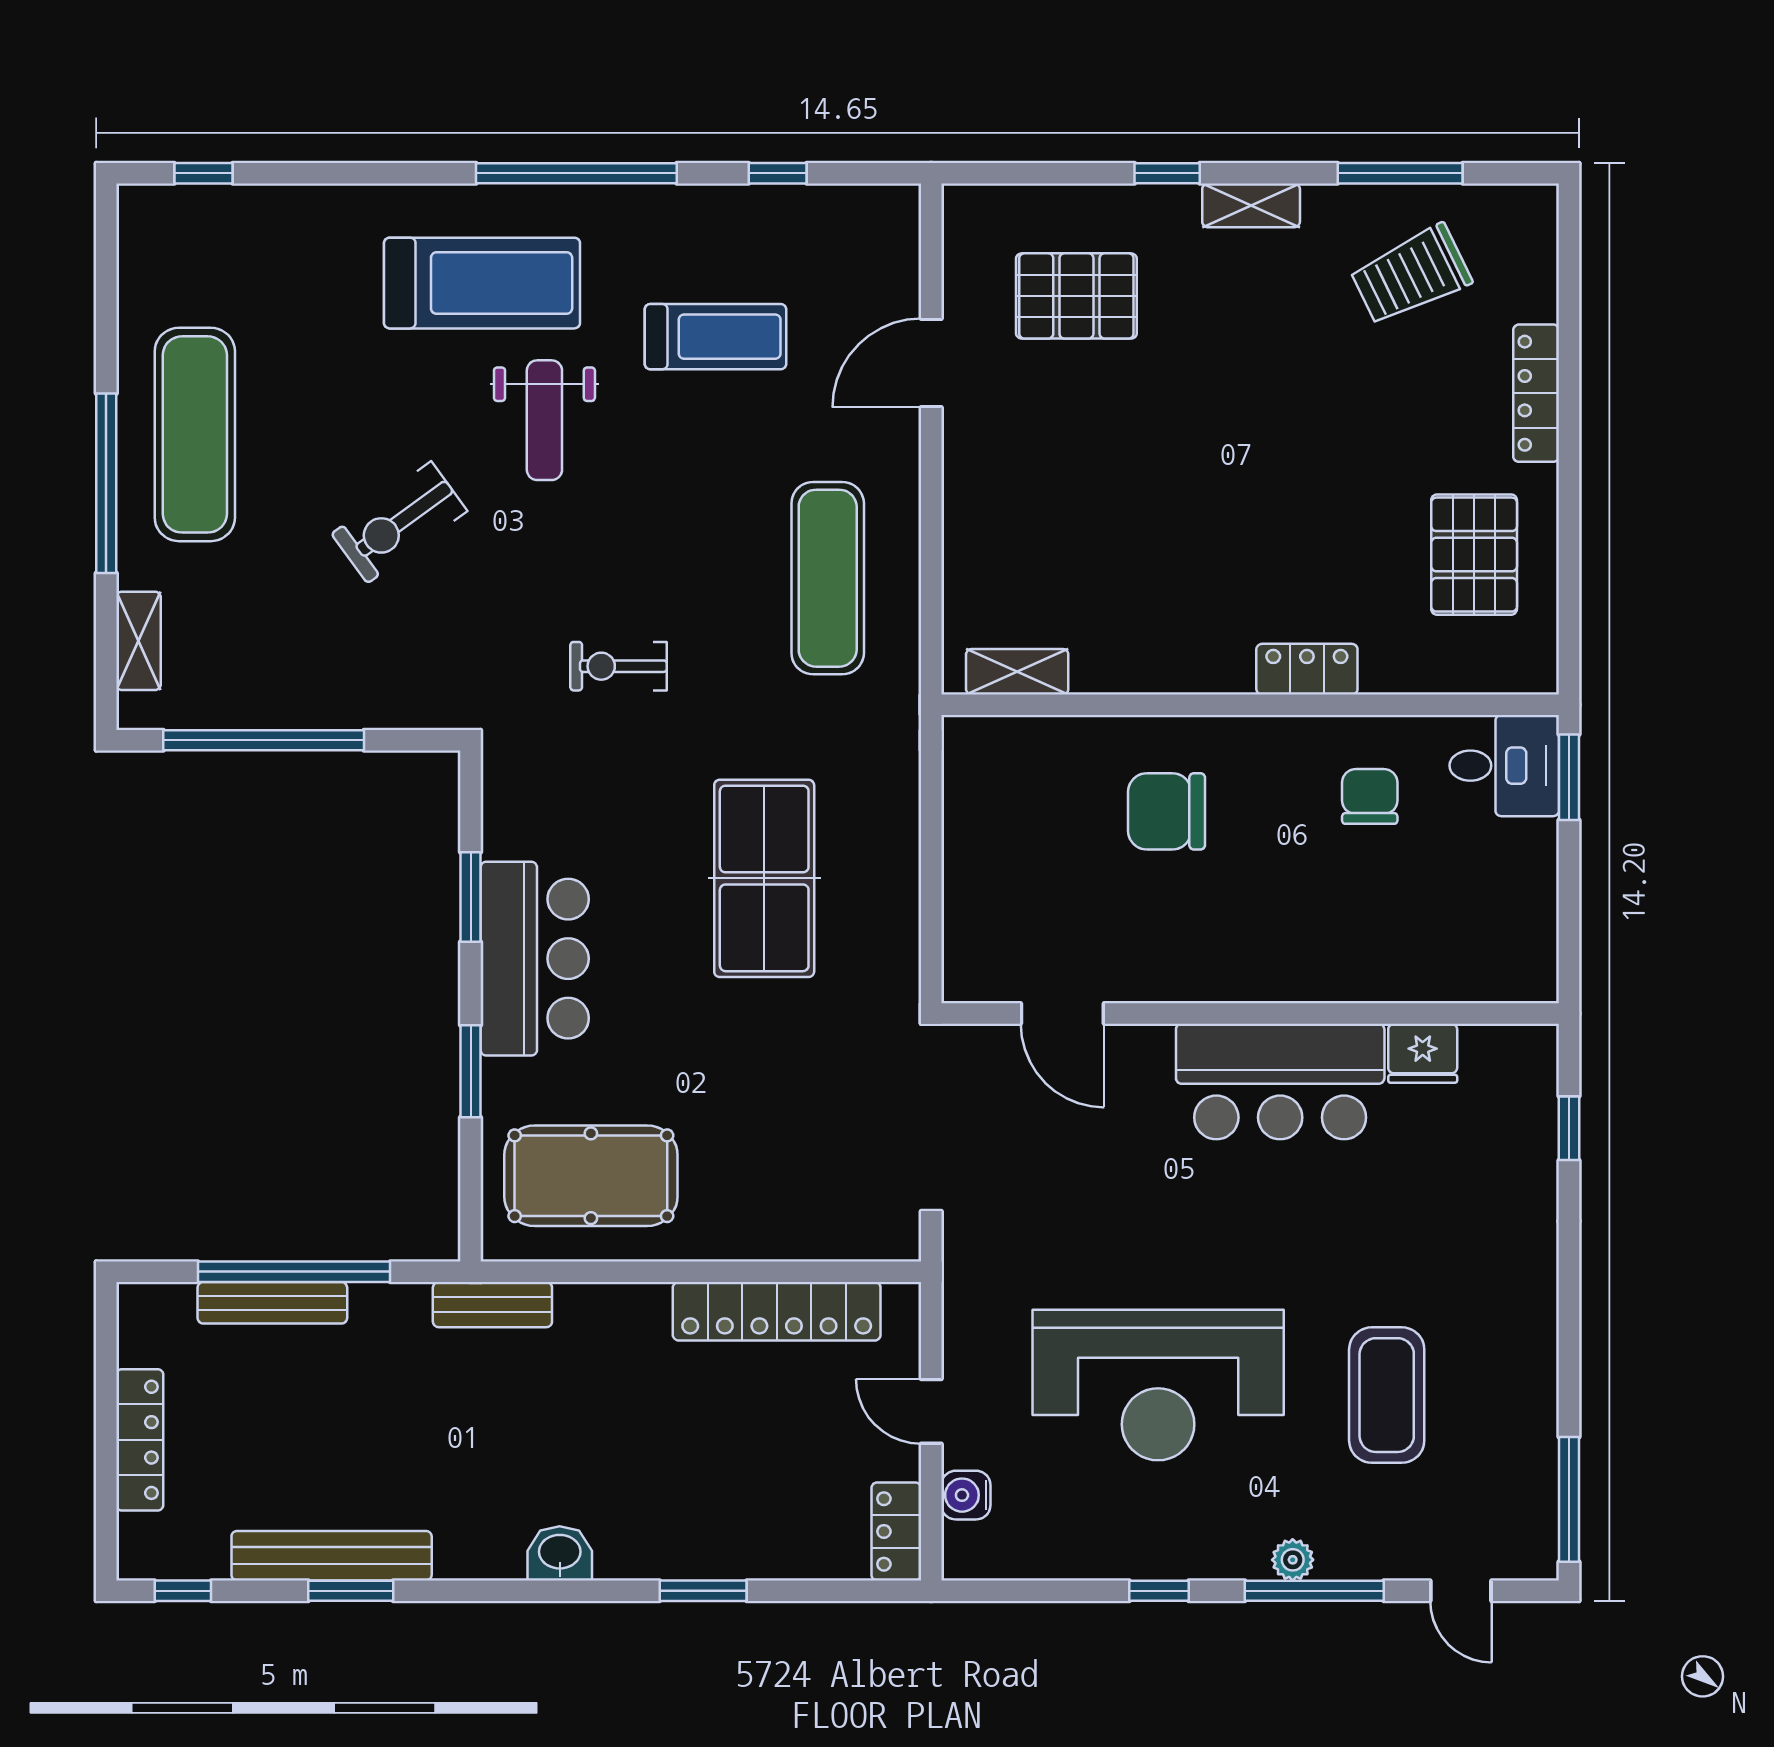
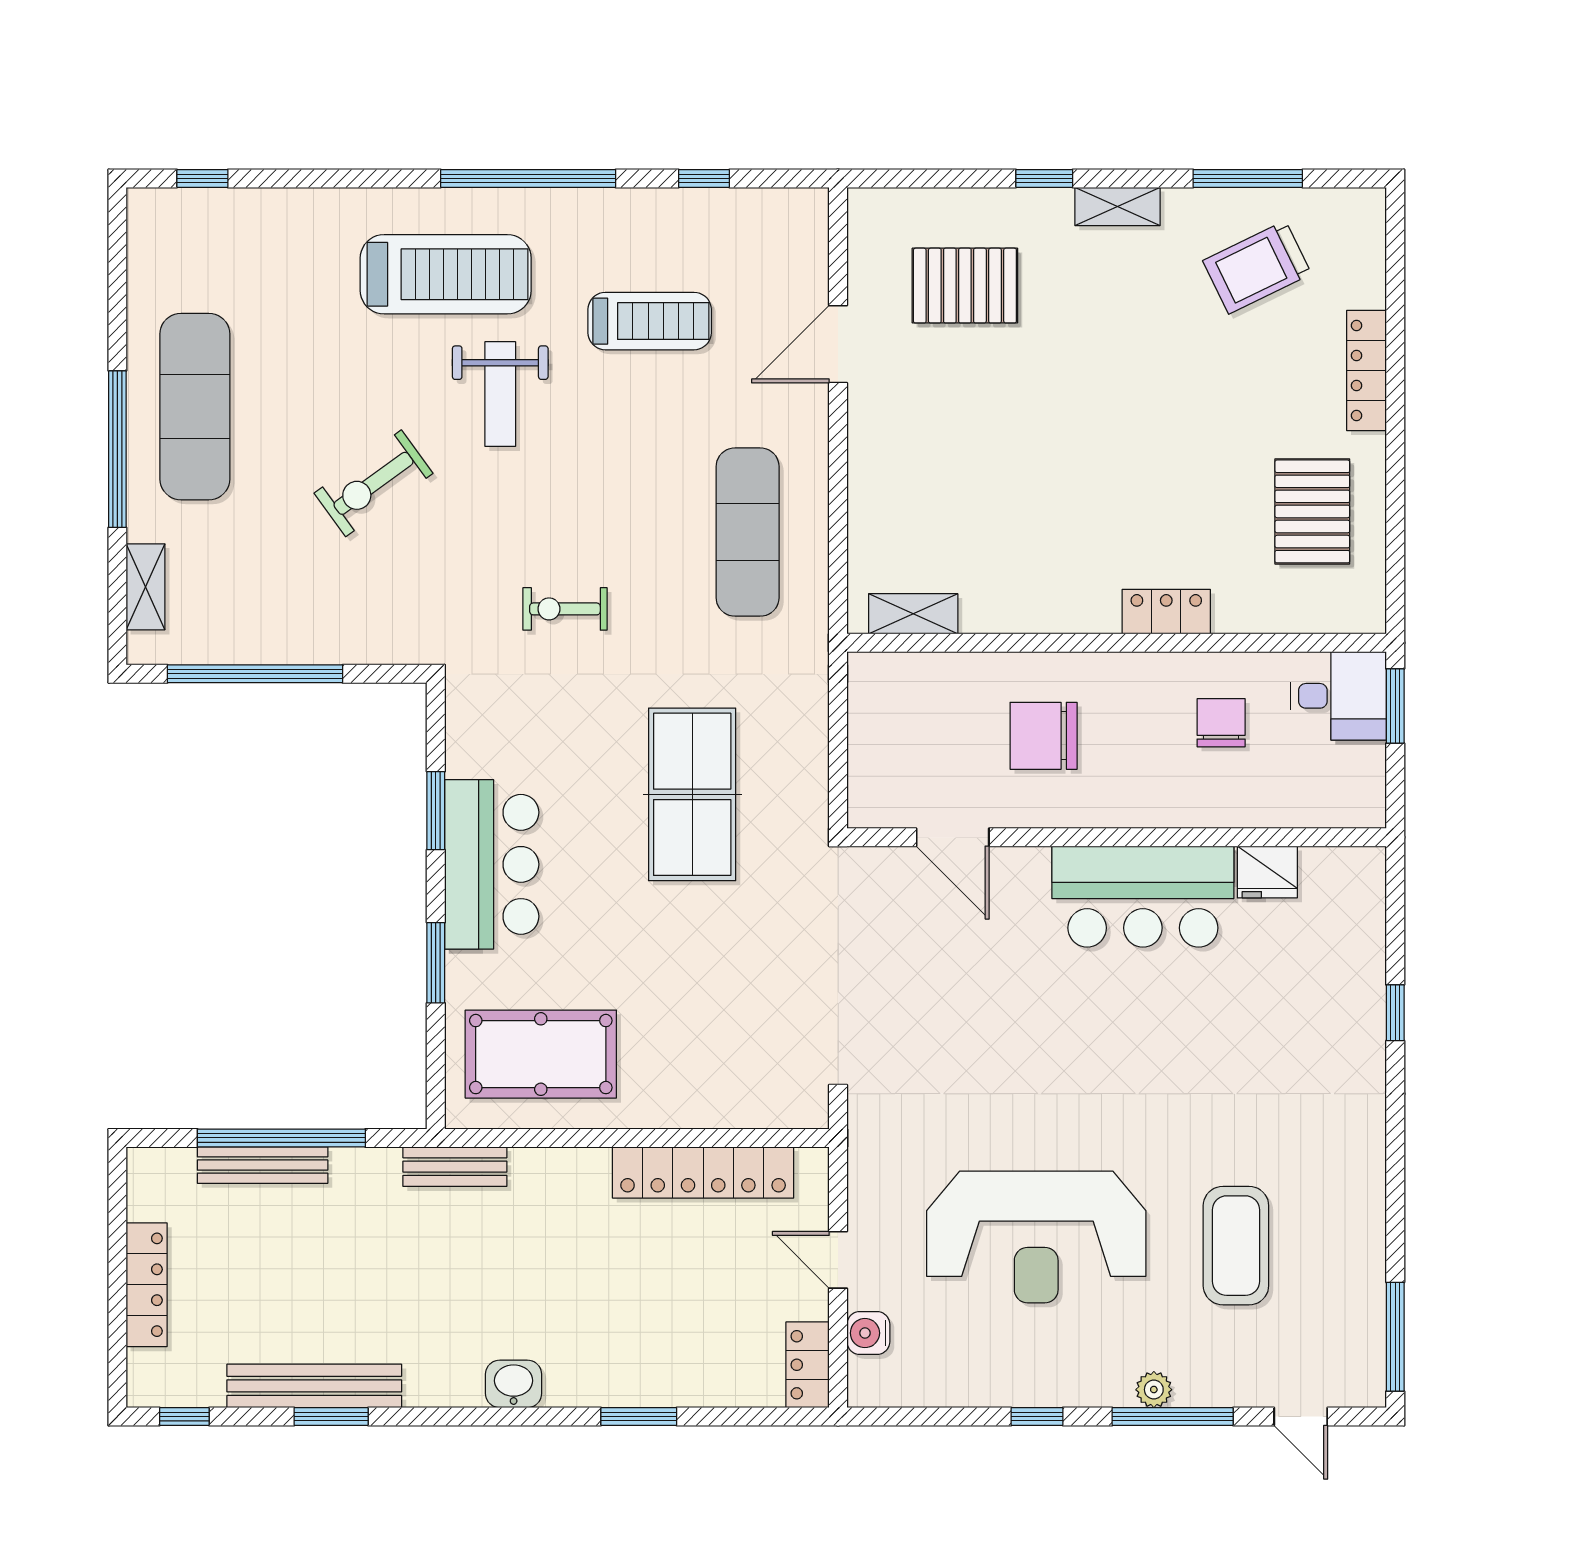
door: (1062, 1014) -> (953, 837), moved
wall: (1250, 1014) -> (1117, 837), moved
fridge: (1423, 1053) -> (1267, 872), moved
bar counter: (1280, 1082) -> (1143, 897), moved

